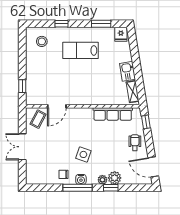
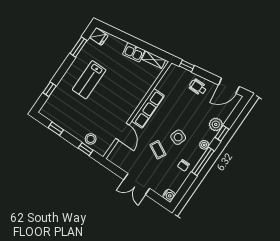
window: (61, 24) -> (50, 89), moved
stool: (42, 41) -> (91, 139), moved
window: (22, 51) -> (56, 129), added
row of seats: (113, 114) -> (148, 108), moved
coffee table: (38, 119) -> (158, 150), moved
water cooler: (81, 179) -> (169, 195), moved
plant: (102, 180) -> (204, 145), moved

